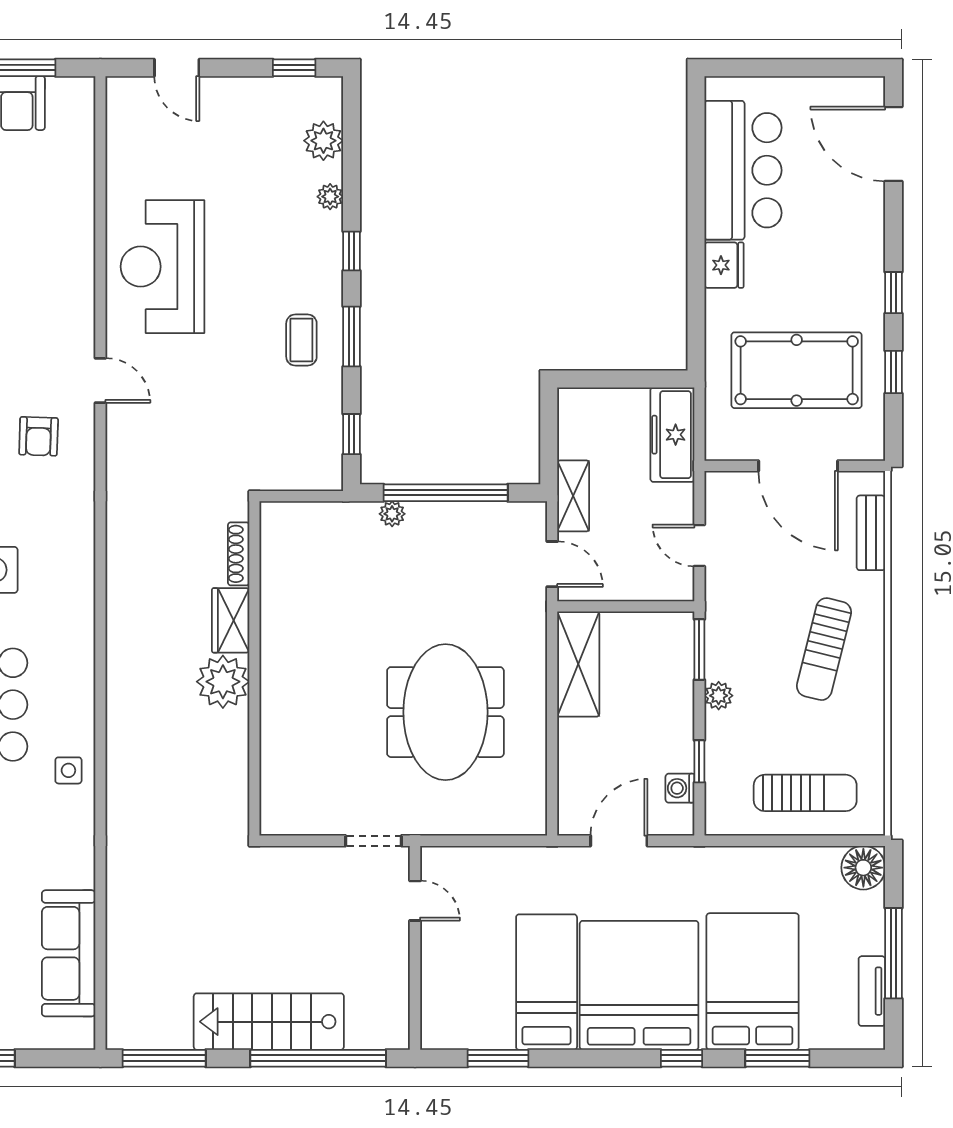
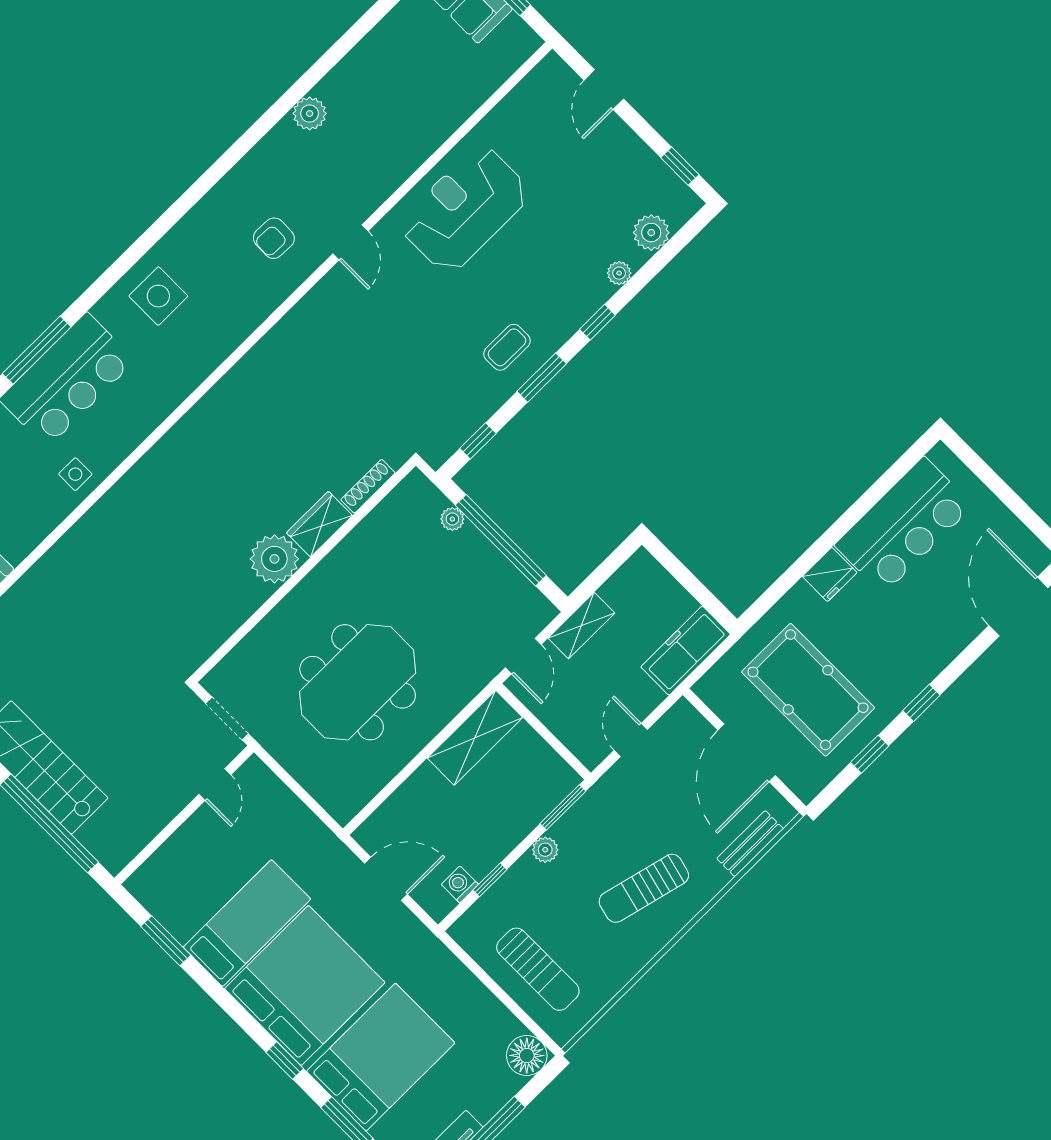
shoe rack: (239, 554) -> (368, 486), moved
wardrobe: (231, 620) -> (319, 524), moved
wall: (254, 668) -> (303, 571), moved
plant: (223, 682) -> (274, 559), moved

